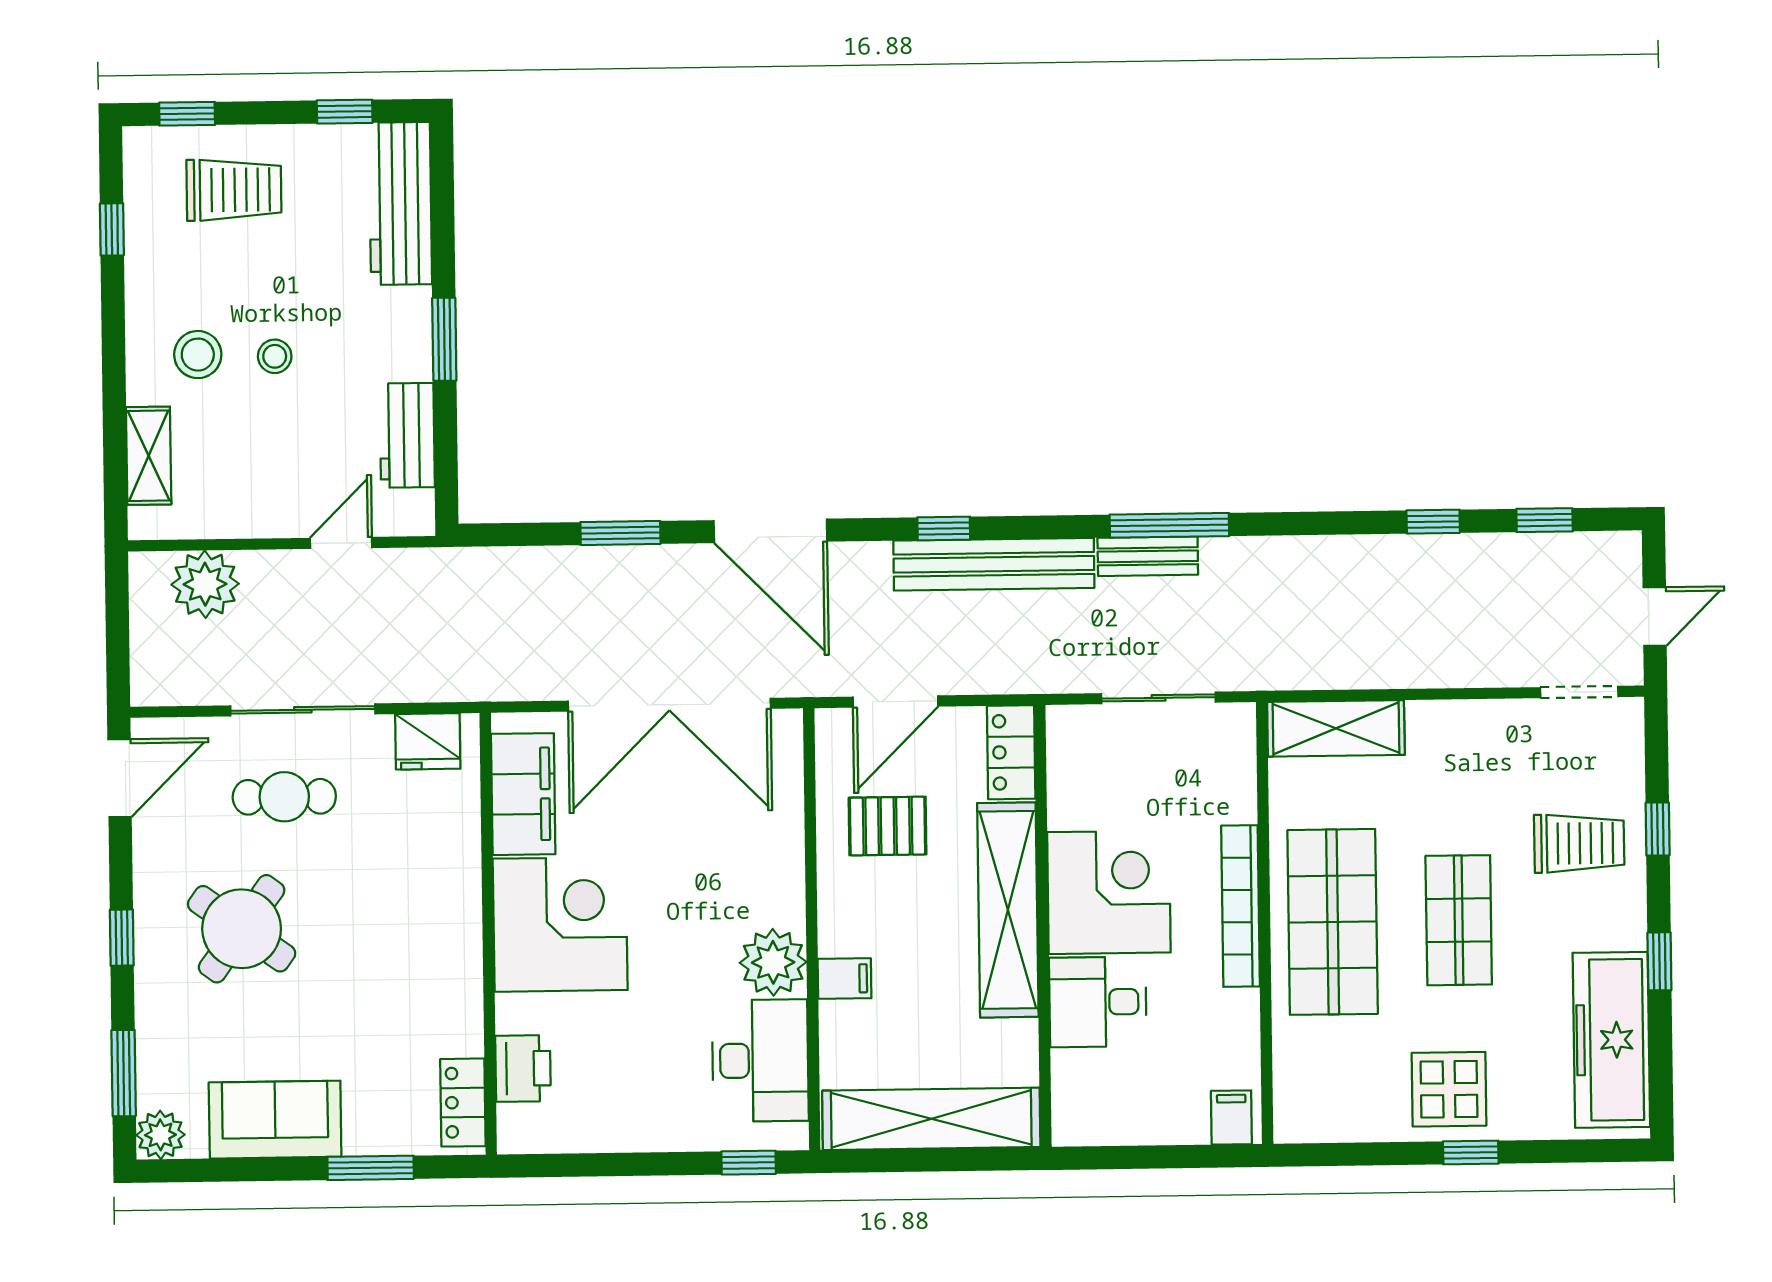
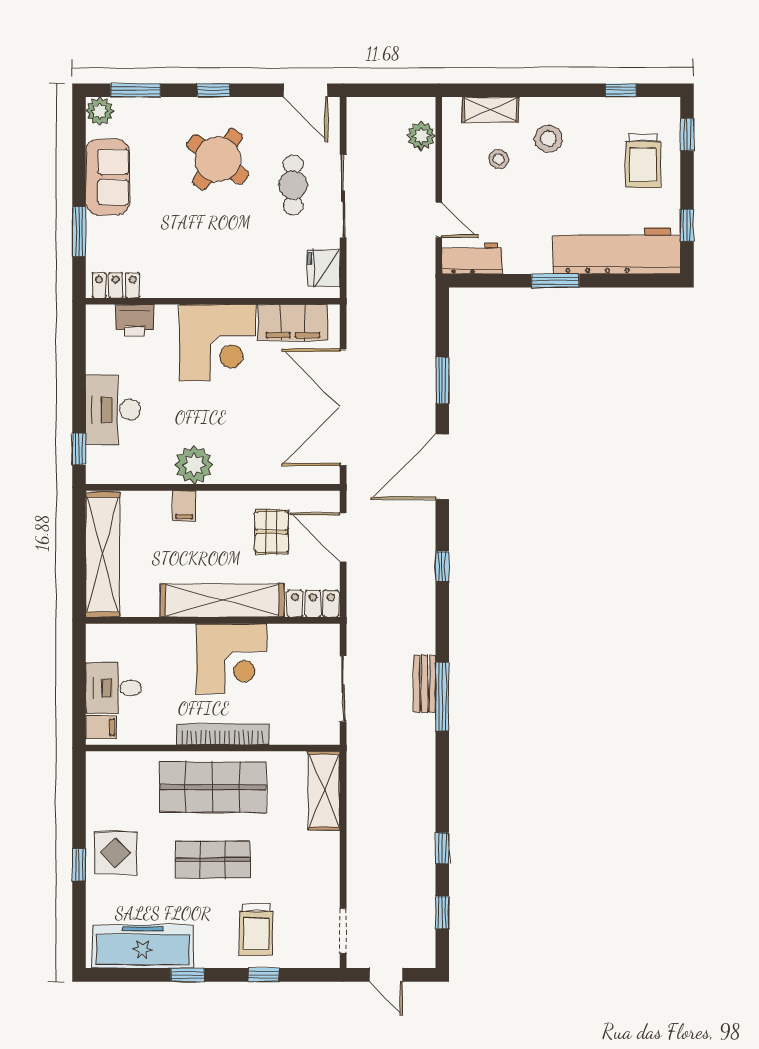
workbench: (400, 203) -> (617, 251), width x1.36, depth x1.32
stool: (275, 356) -> (499, 159), moved
workbench: (407, 435) -> (472, 259), moved
bench: (994, 564) -> (421, 595), removed
plant: (205, 584) -> (421, 136), width x0.73, depth x0.73
desk: (1098, 1002) -> (113, 688), moved, turned -90
desk: (760, 1060) -> (113, 410), moved, turned 90

